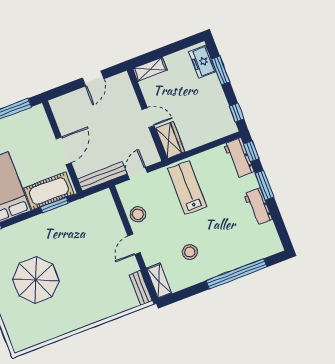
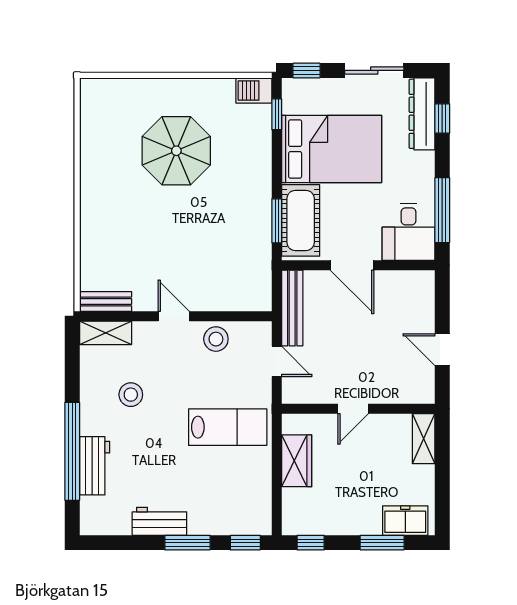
desk: (31, 125) -> (409, 232), added
wardrobe: (170, 140) -> (297, 461), moved, turned -90
workbench: (239, 158) -> (95, 466), moved, turned 90

